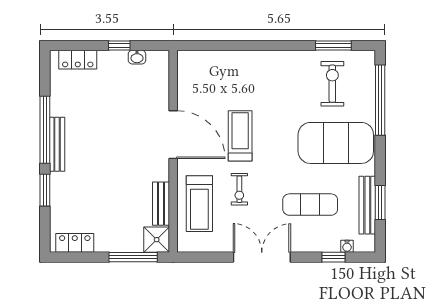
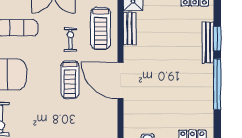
bench: (57, 144) -> (208, 43), moved
treadmill: (199, 204) -> (101, 28), turned 180

